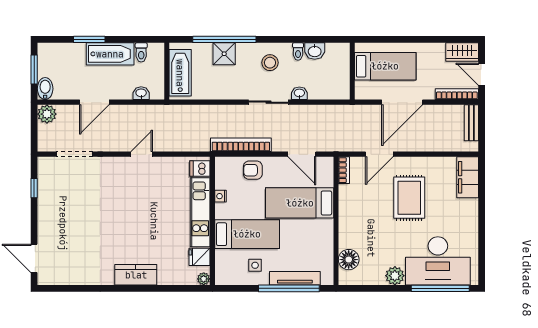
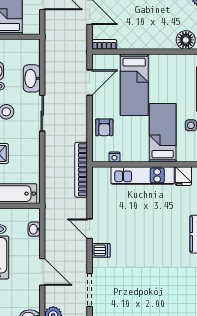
washbasin: (299, 93) -> (32, 78), width x1.91, depth x1.45
bookcase: (241, 145) -> (81, 170), moved
dishwasher: (200, 169) -> (101, 250), moved, turned -90
nightstand: (220, 196) -> (114, 157), moved

